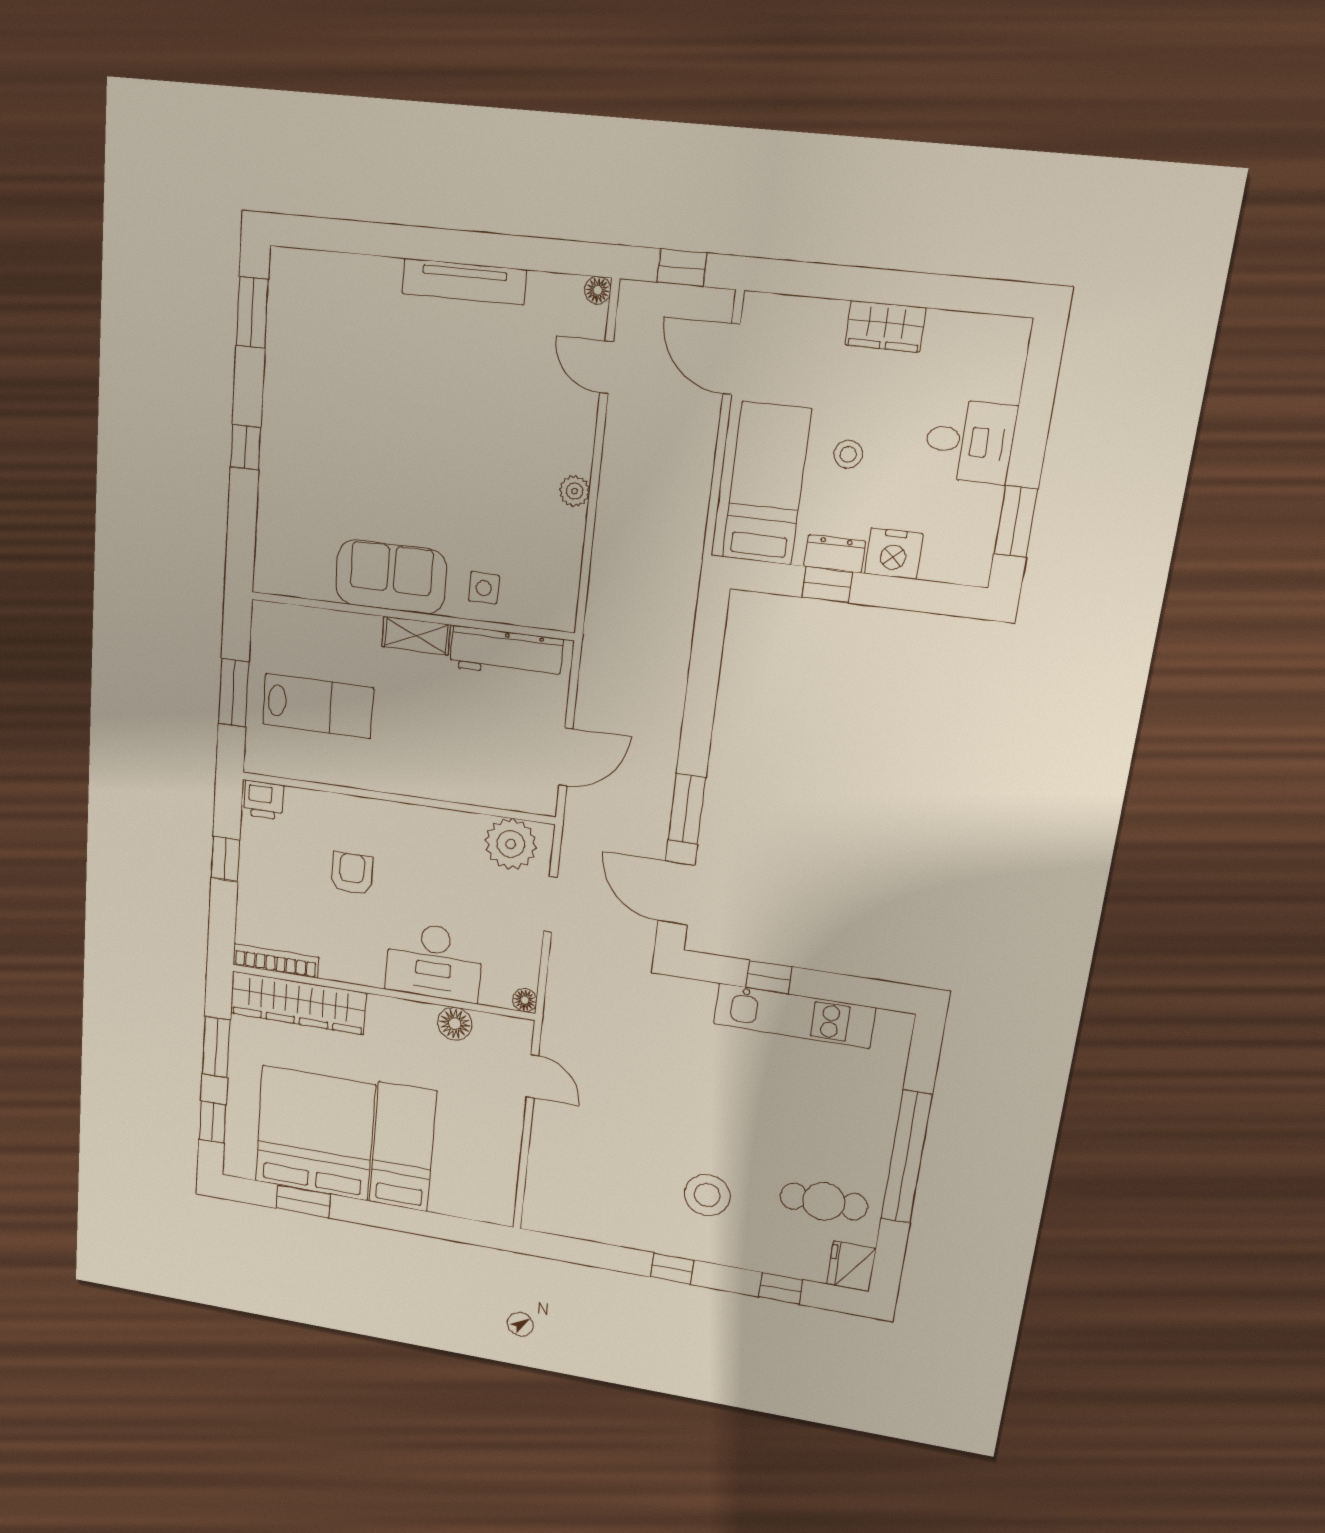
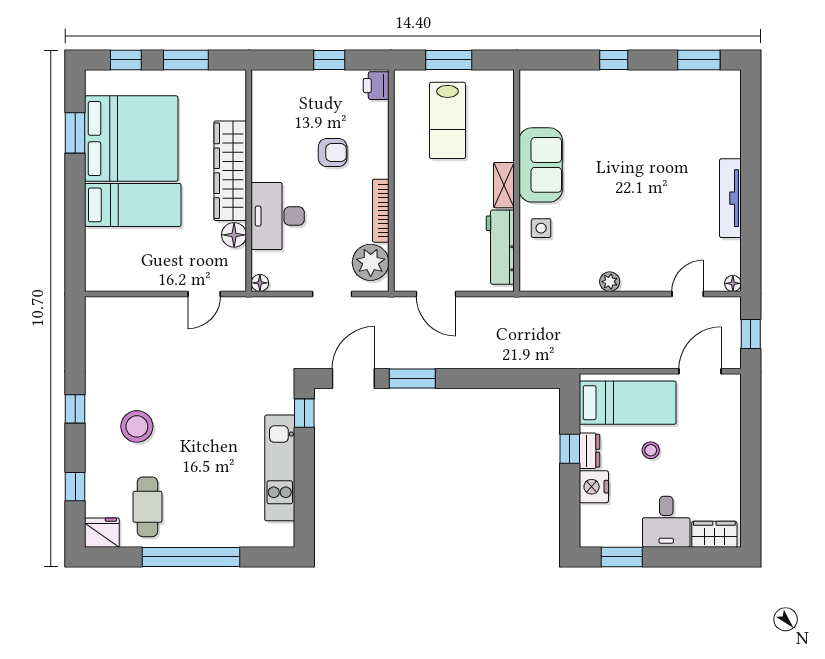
wardrobe: (885, 326) -> (714, 534), moved, turned 90
bookcase: (276, 961) -> (381, 211), moved, turned 180
window: (769, 977) -> (304, 413), moved
wardrobe: (298, 1003) -> (230, 171), moved

